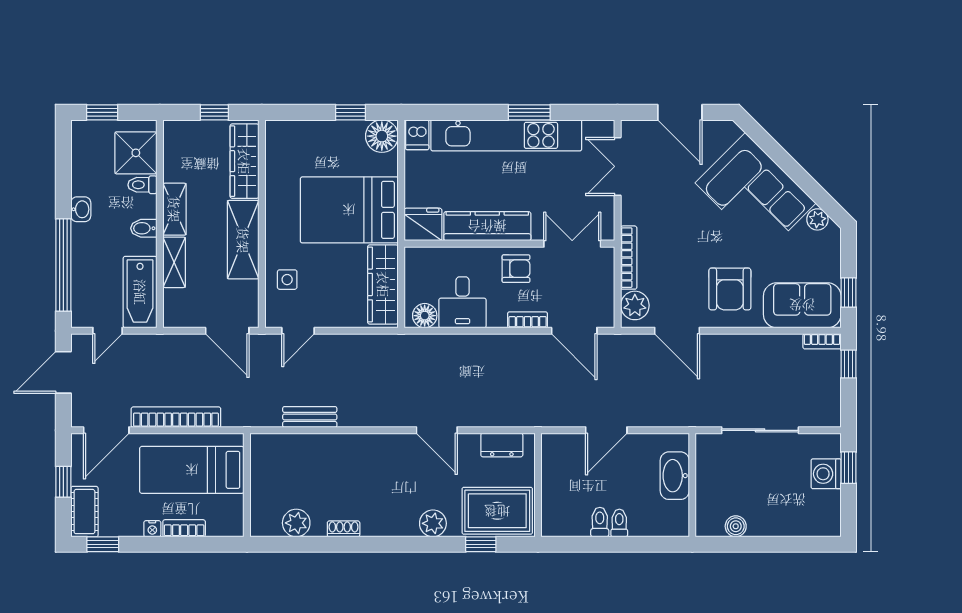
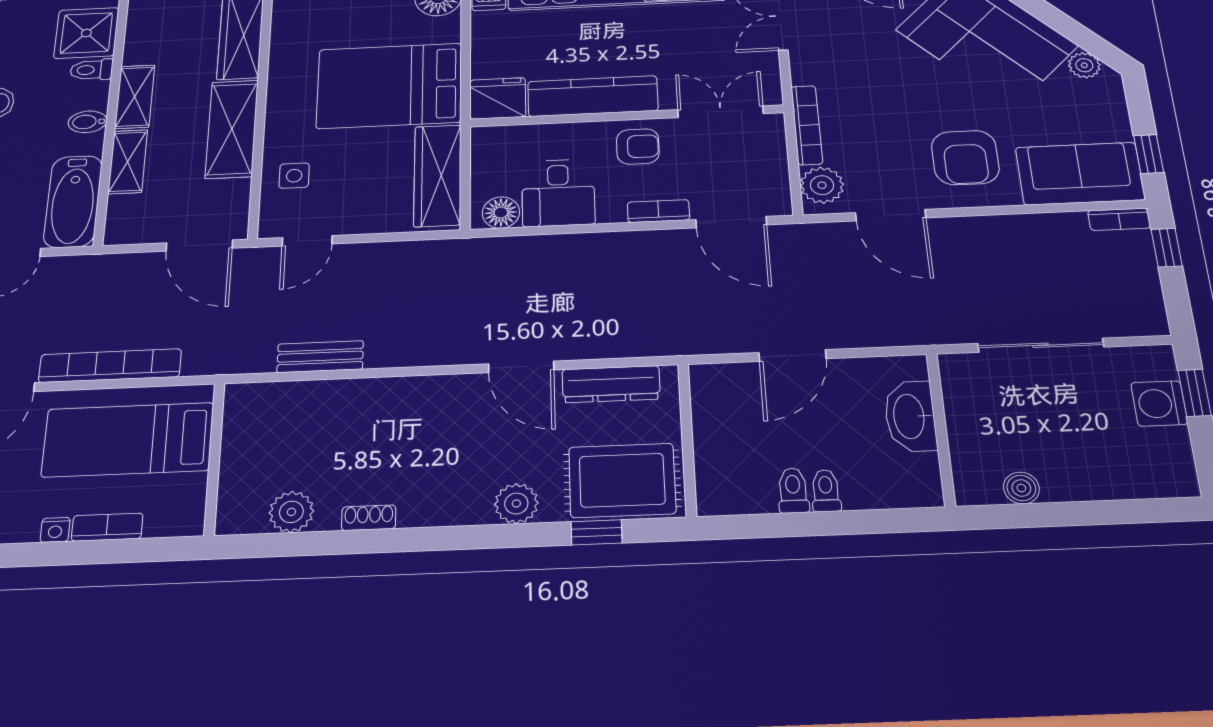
dresser: (502, 445) -> (611, 384), width x1.44

